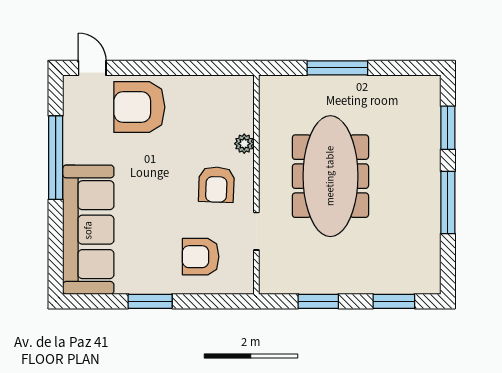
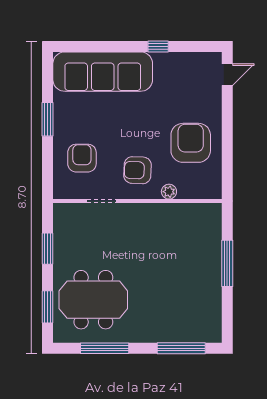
armchair: (139, 107) -> (191, 143), moved
window: (448, 128) -> (181, 348), width x1.44
window: (56, 158) -> (158, 46), width x0.32
meeting table: (330, 176) -> (93, 300), moved, width x0.73
window: (448, 203) -> (105, 348), moved

